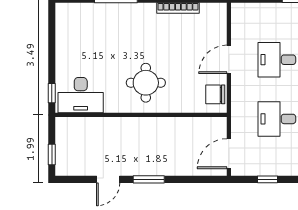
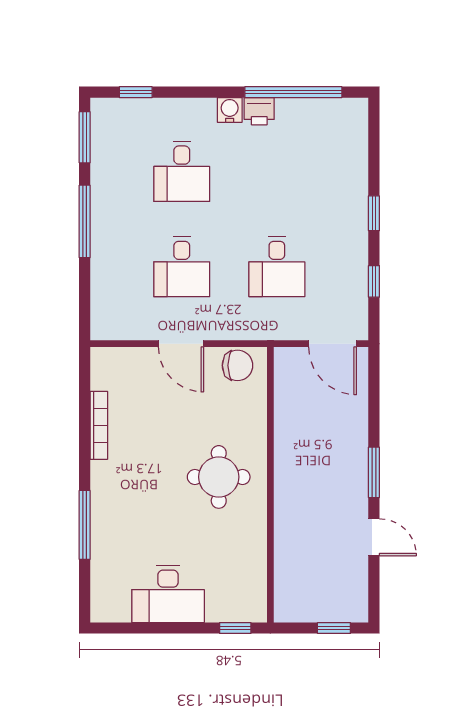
chair: (215, 94) -> (238, 365), turned -90
desk: (81, 95) -> (168, 594), moved, turned 90

